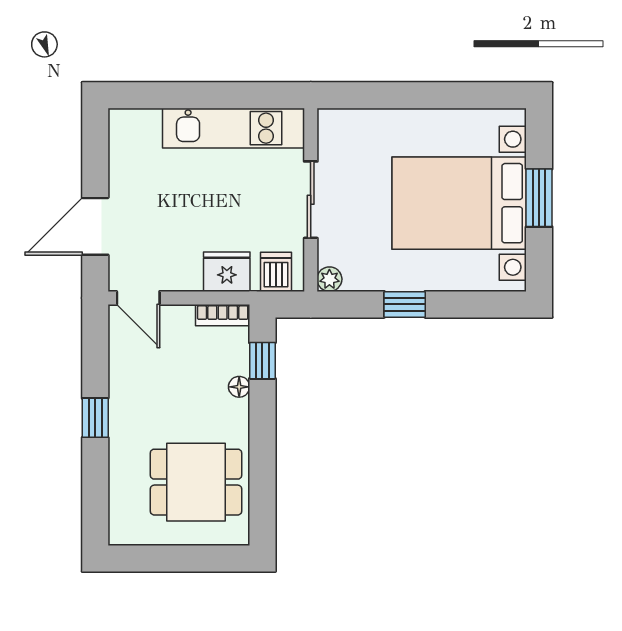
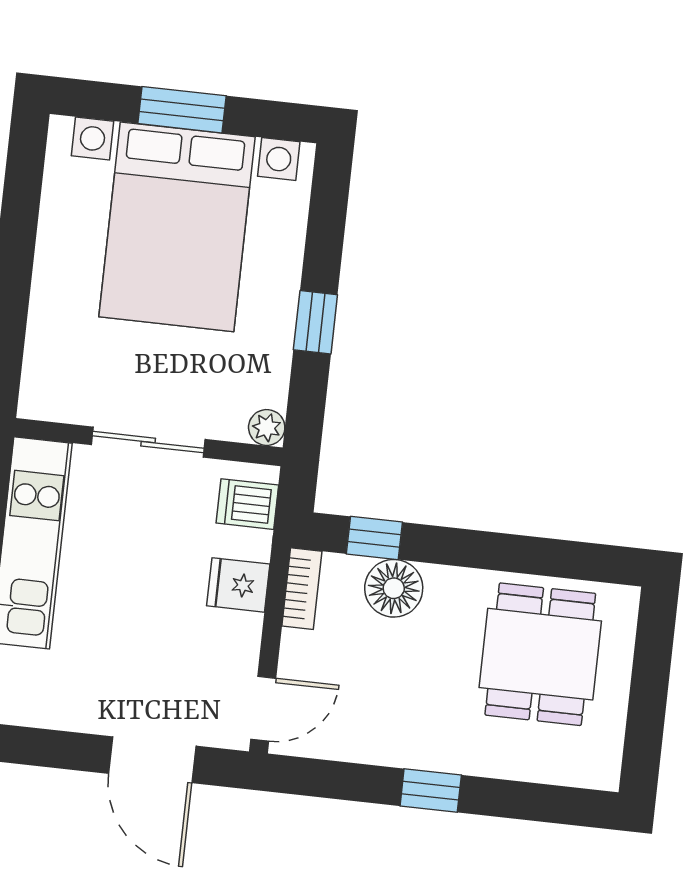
fridge: (227, 272) -> (238, 585), width x0.72
floor lamp: (239, 387) -> (394, 588), width x1.89, depth x1.89

